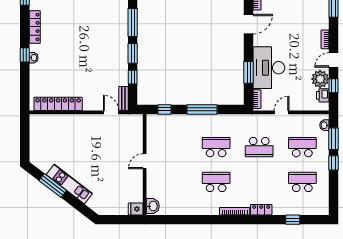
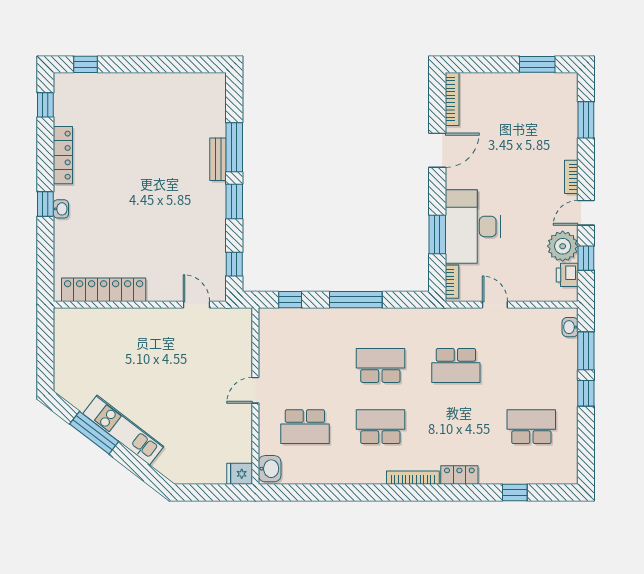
window: (133, 77) -> (234, 264), moved
bench: (123, 98) -> (218, 159), moved
door: (282, 112) -> (495, 305), hinge flipped
school desk: (302, 147) -> (305, 427), moved, turned 180

